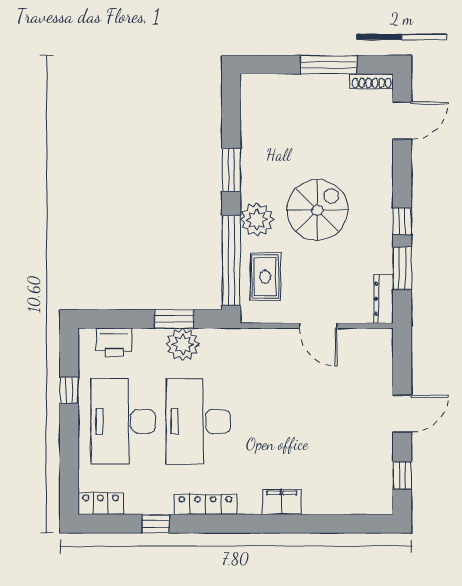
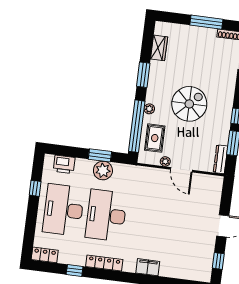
wardrobe: (253, 120) -> (159, 48), added
plant: (257, 220) -> (149, 109), width x0.53, depth x0.53
plant: (288, 315) -> (165, 161), added

